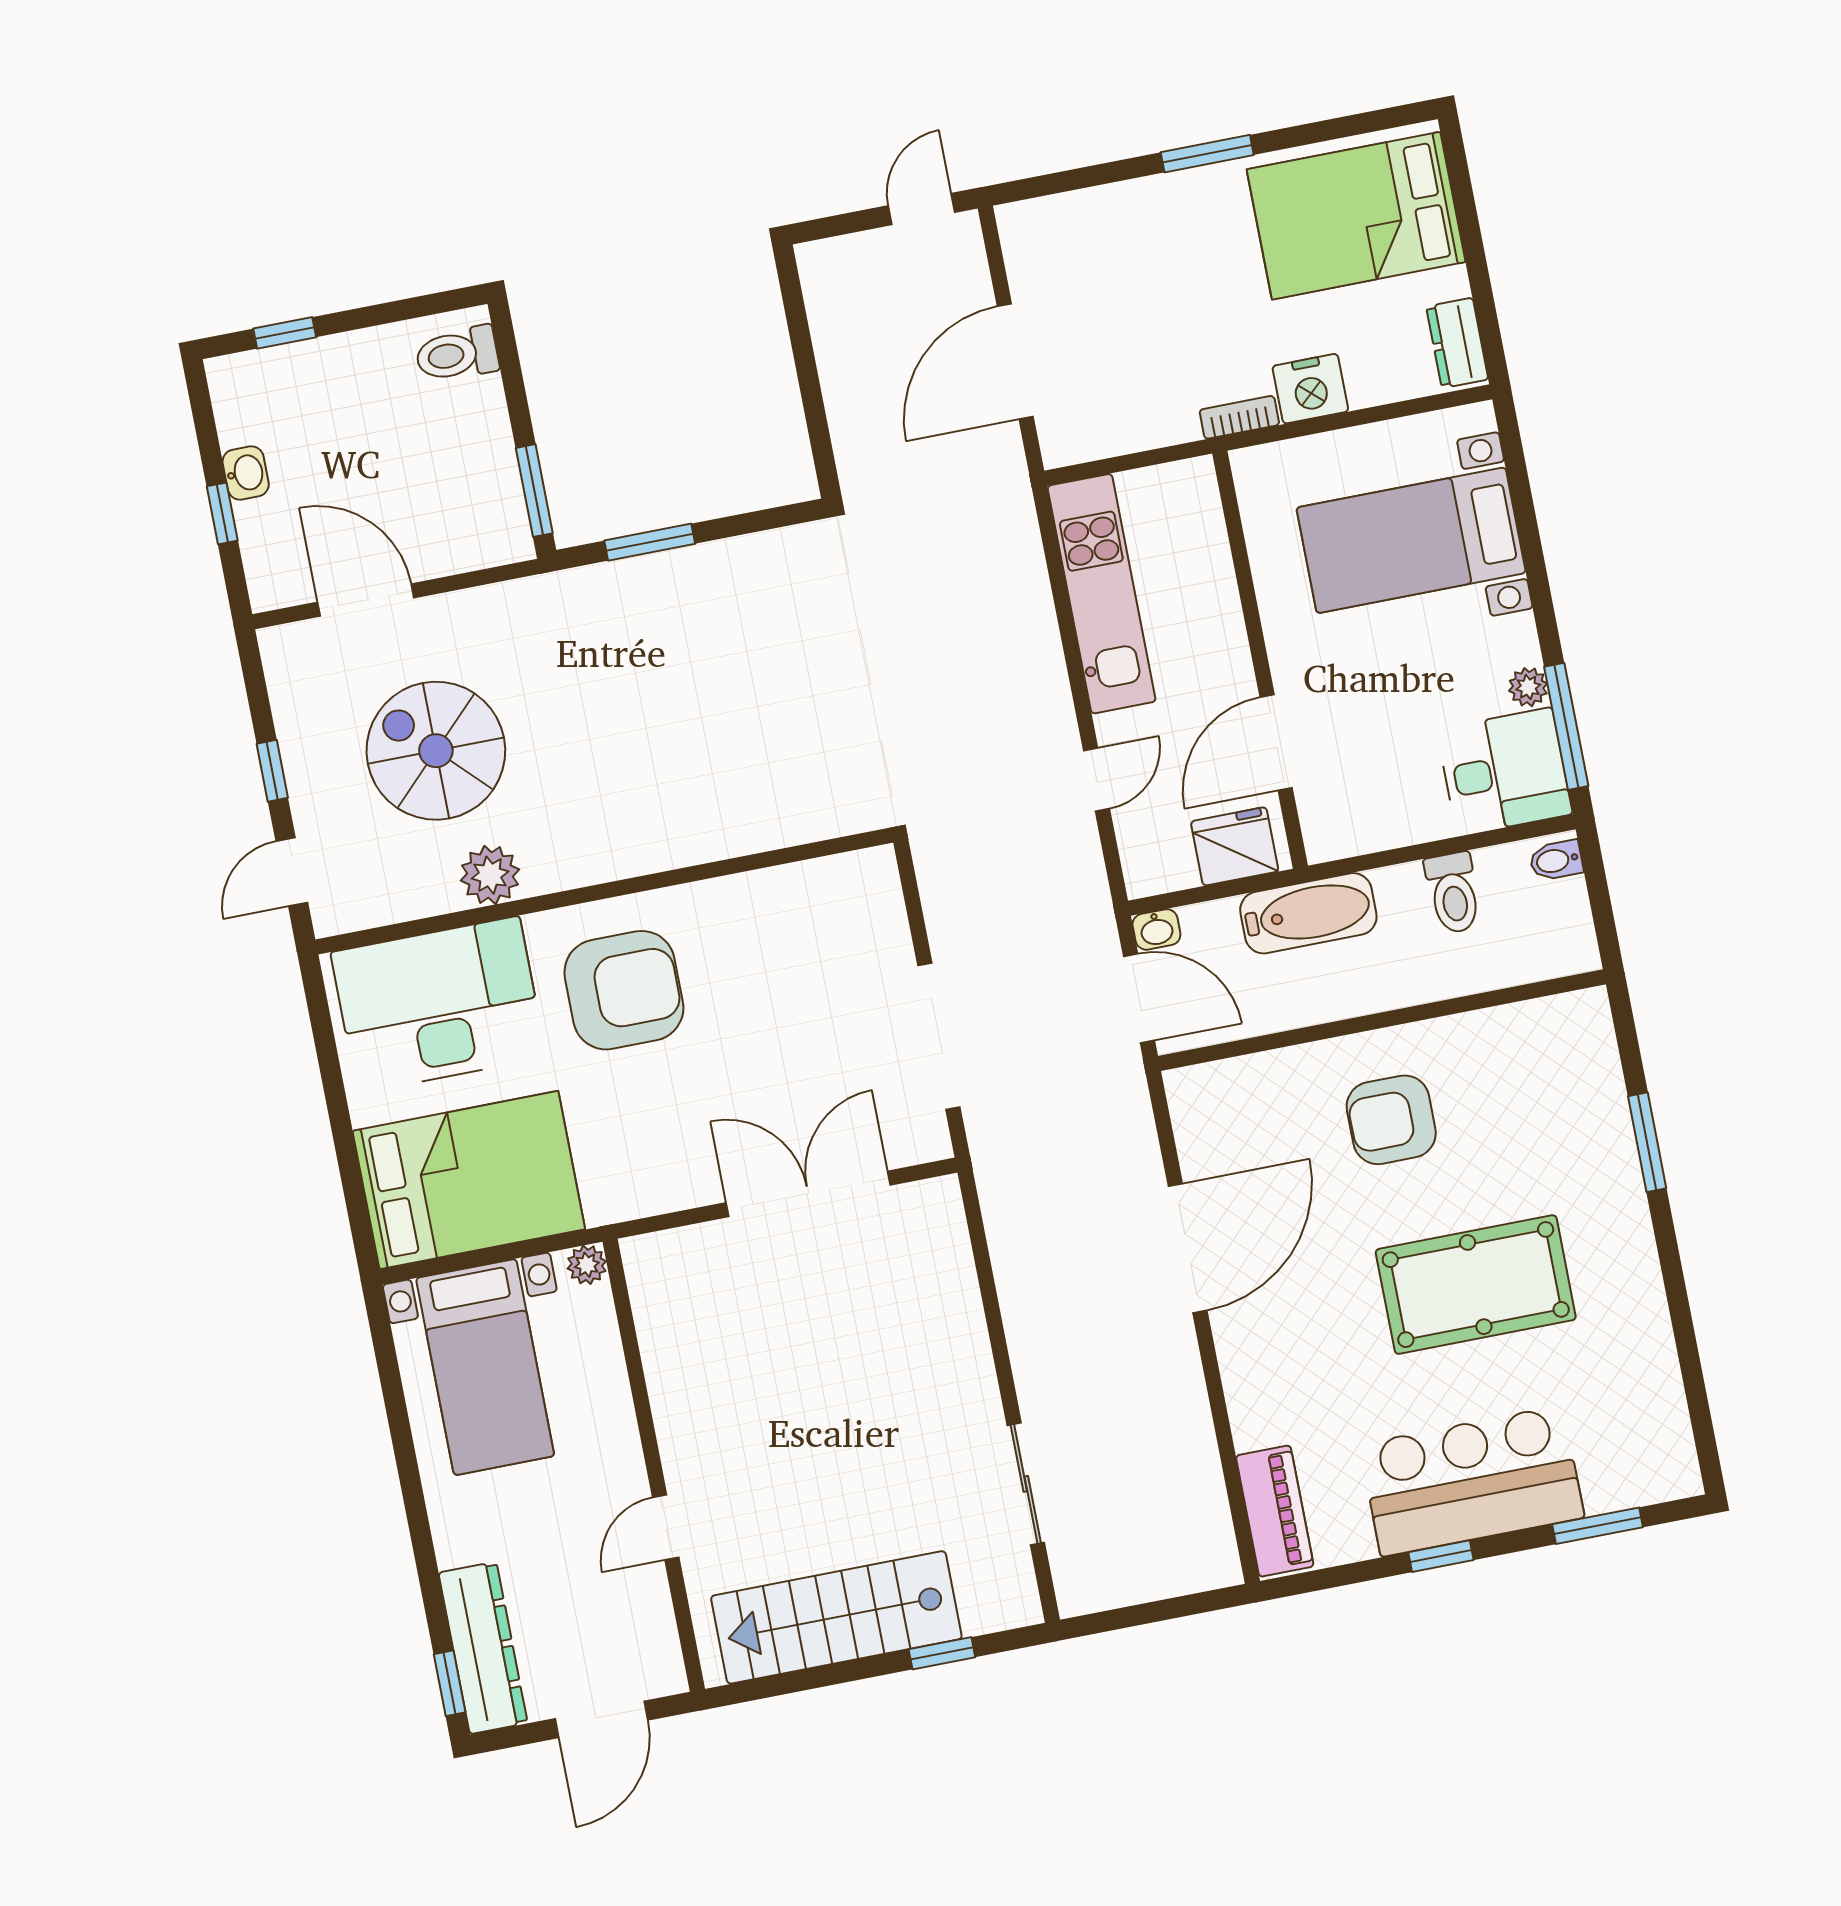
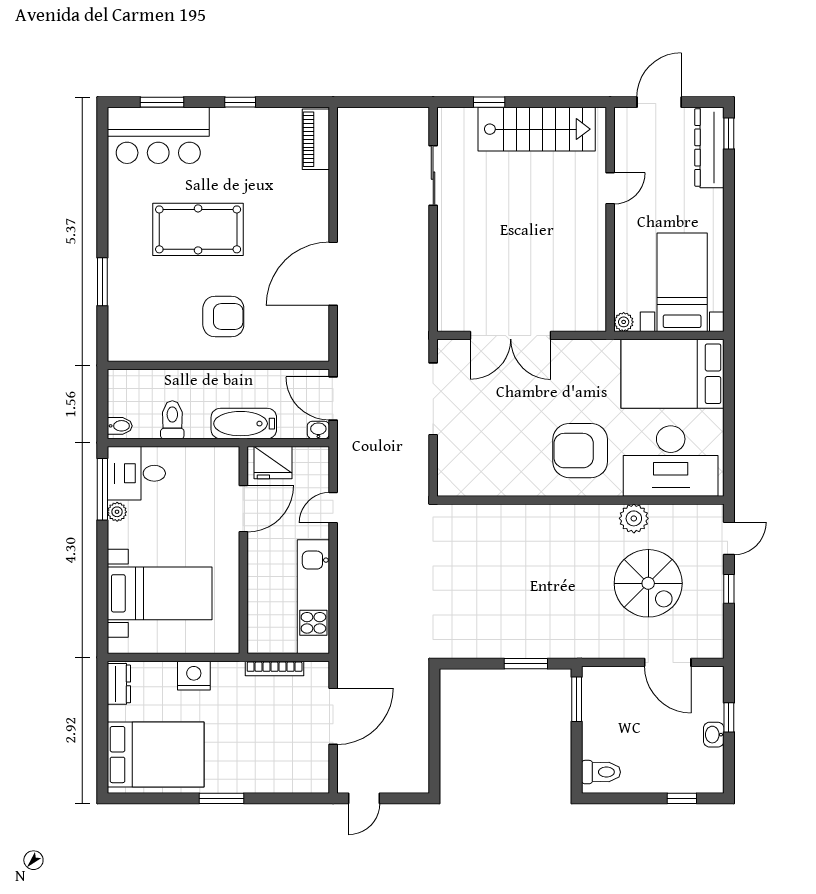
bookcase: (1239, 417) -> (275, 668), moved, width x1.56
bar counter: (1472, 1481) -> (158, 135), moved

